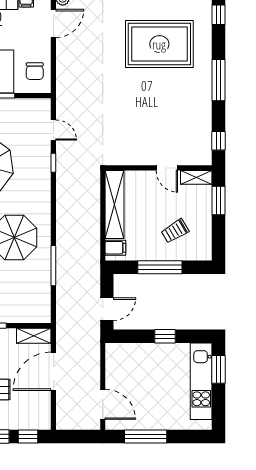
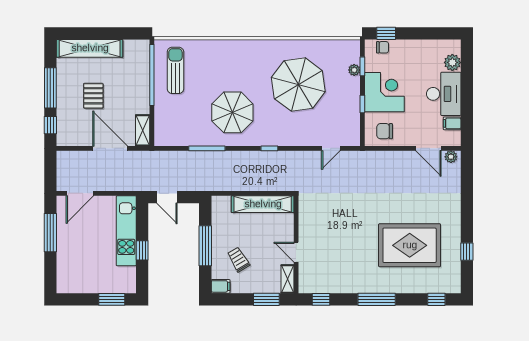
rug: (159, 44) -> (410, 245), turned 90
window: (53, 163) -> (269, 148), moved
door: (167, 168) -> (296, 252), hinge flipped
filing cabinet: (115, 248) -> (221, 286), moved, turned -90
kitchen unit: (201, 381) -> (126, 231), moved, turned -90

